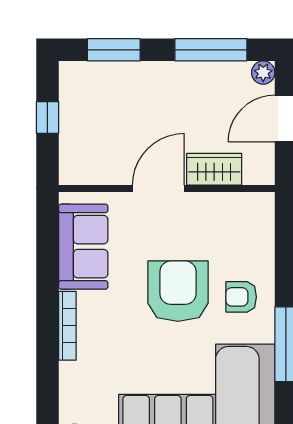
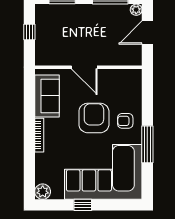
wardrobe: (214, 169) -> (112, 58), removed
door: (158, 189) -> (84, 67), swing flipped

